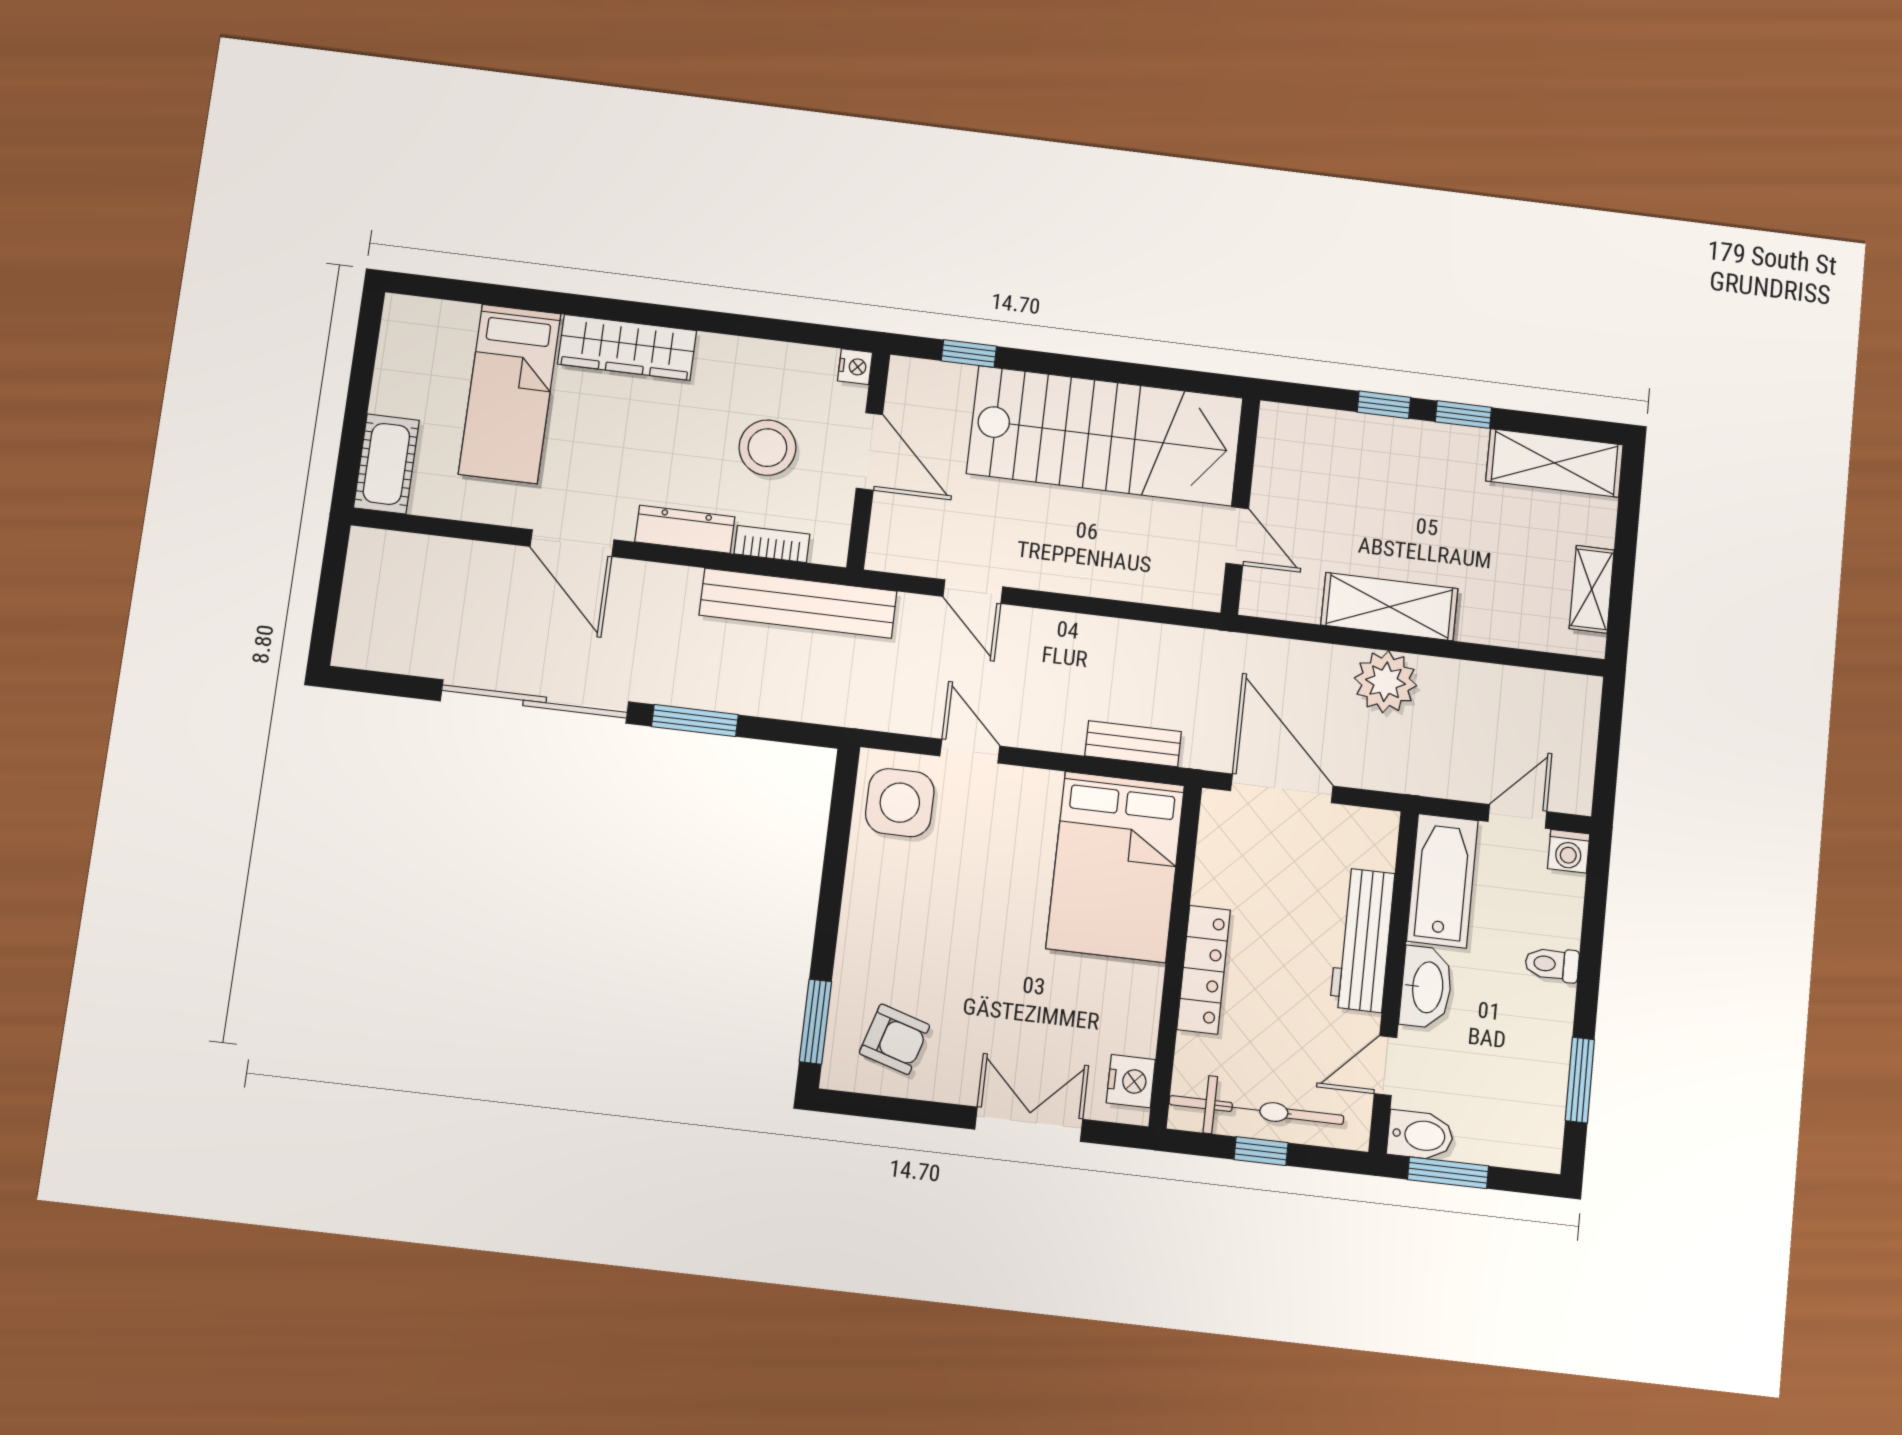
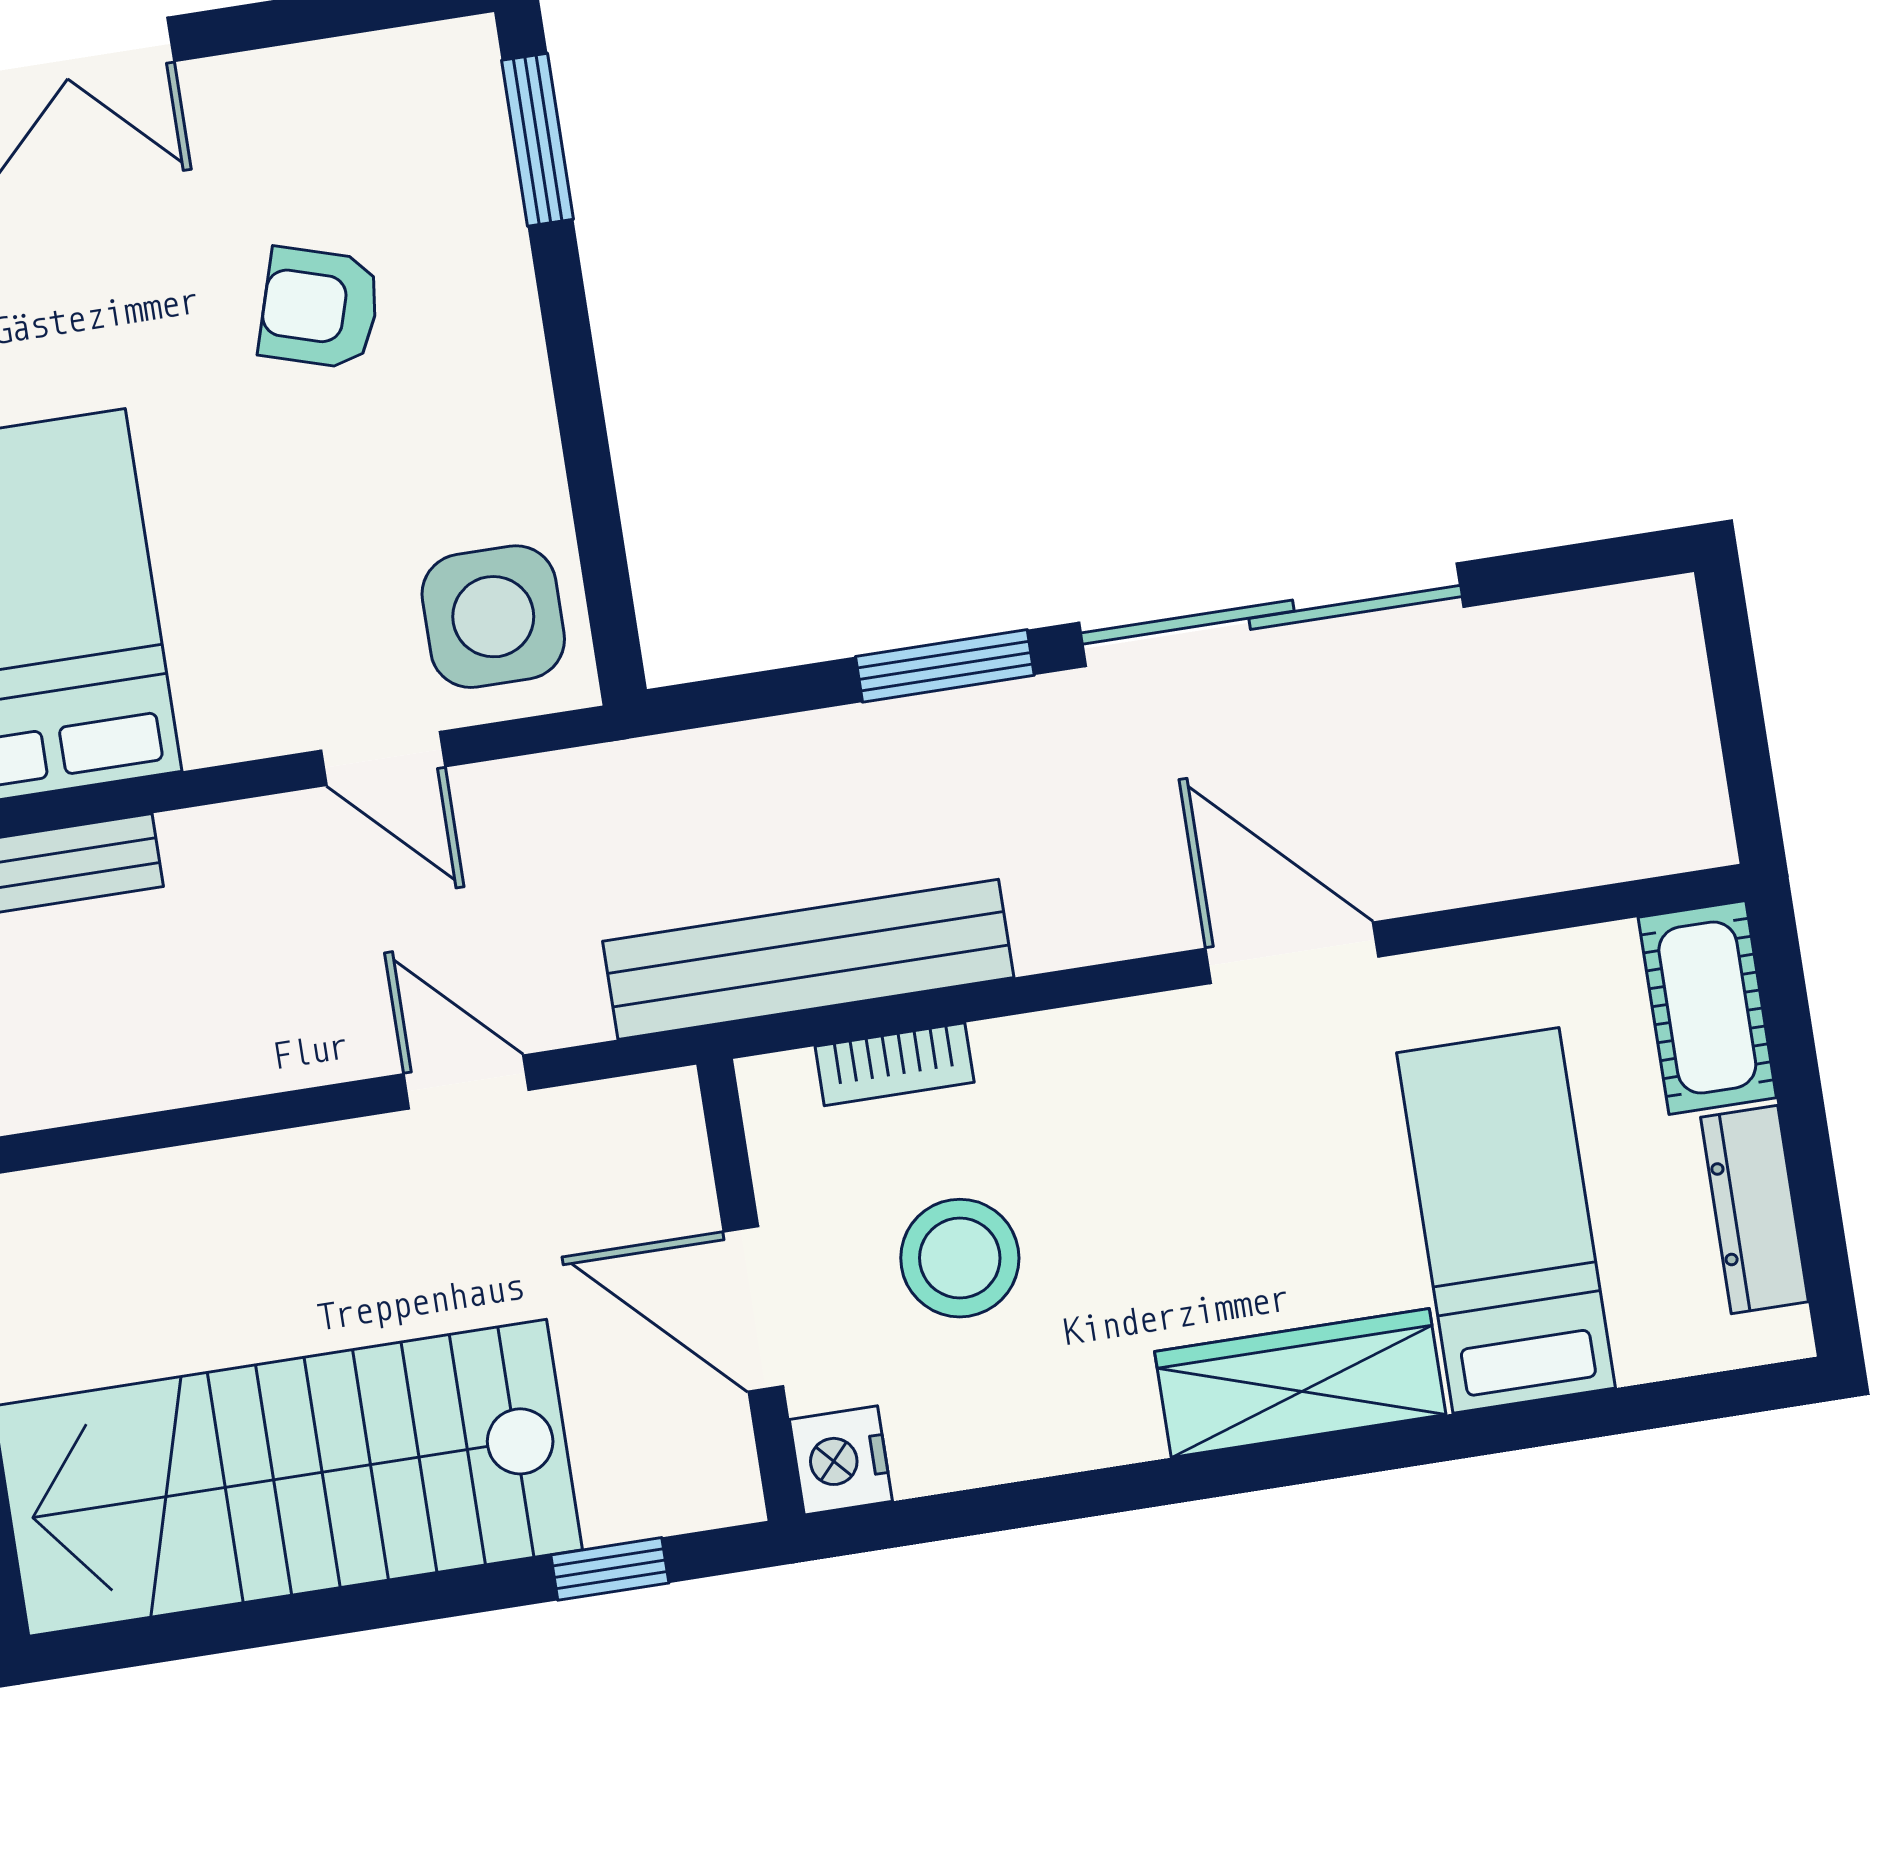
nightstand: (855, 367) -> (841, 1460), width x1.39, depth x1.35
dresser: (685, 529) -> (1755, 1210), moved, turned 90
armchair: (895, 1039) -> (320, 308), moved

